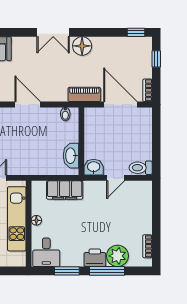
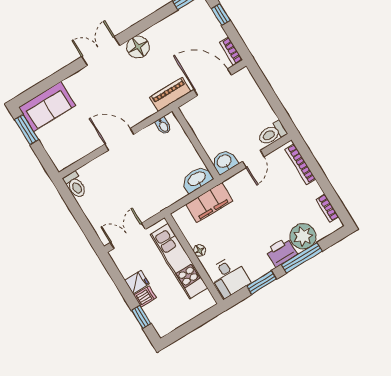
double door: (53, 32) -> (101, 51), swing flipped
washbasin: (71, 156) -> (197, 179), moved, turned 90
bookcase: (147, 203) -> (300, 164), added

